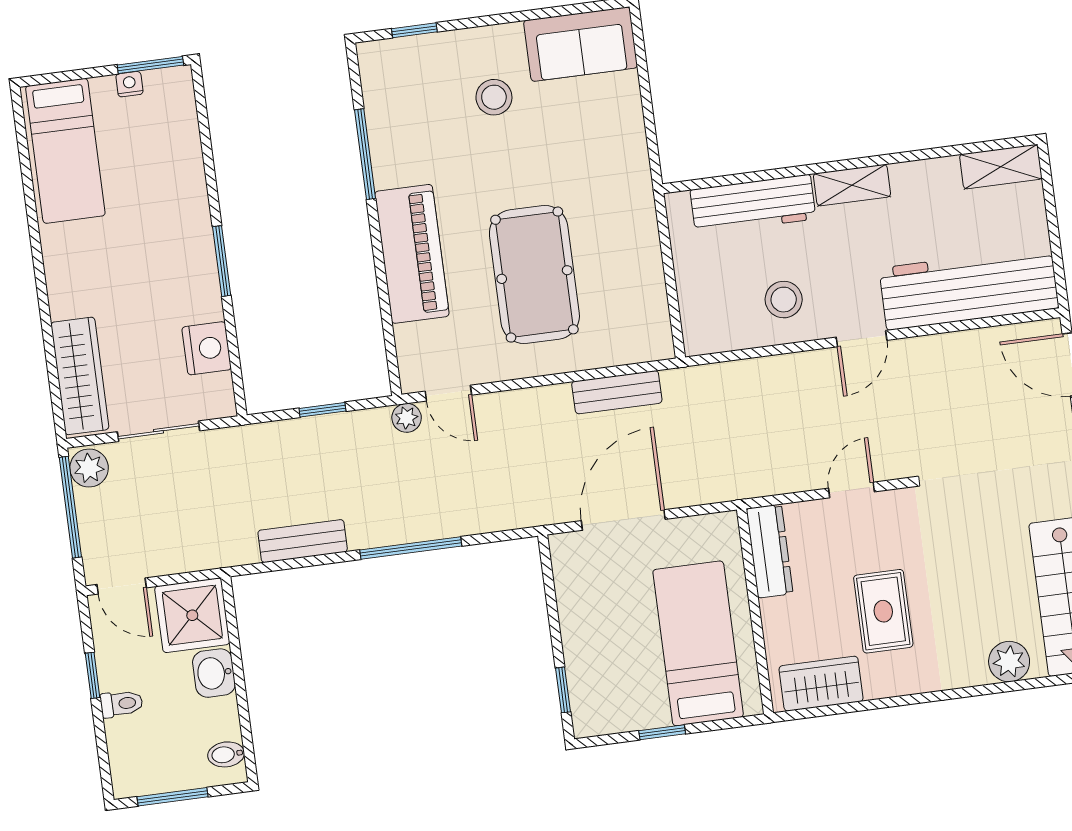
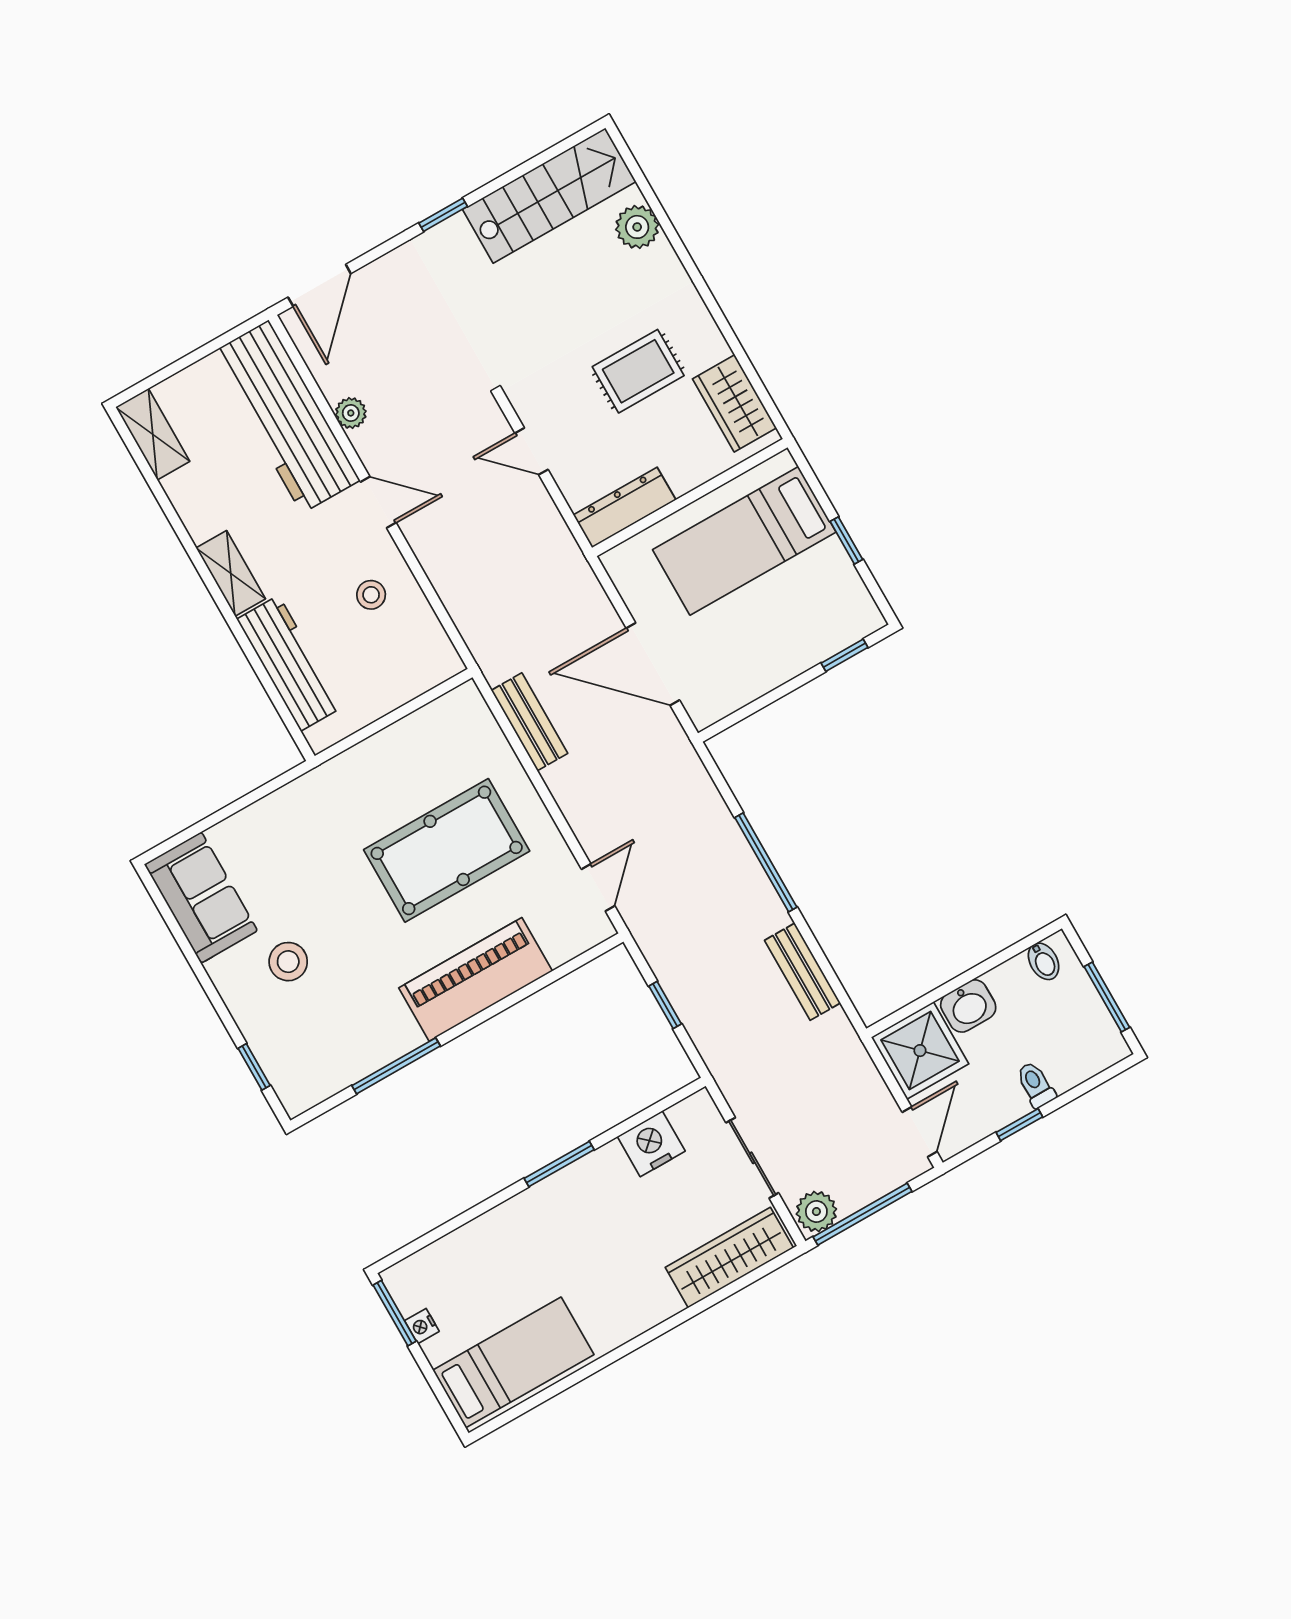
stool: (784, 300) -> (371, 595), width x0.73, depth x0.73
plant: (407, 418) -> (351, 413), moved

